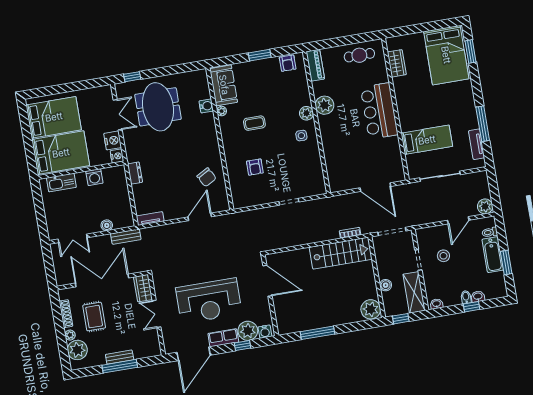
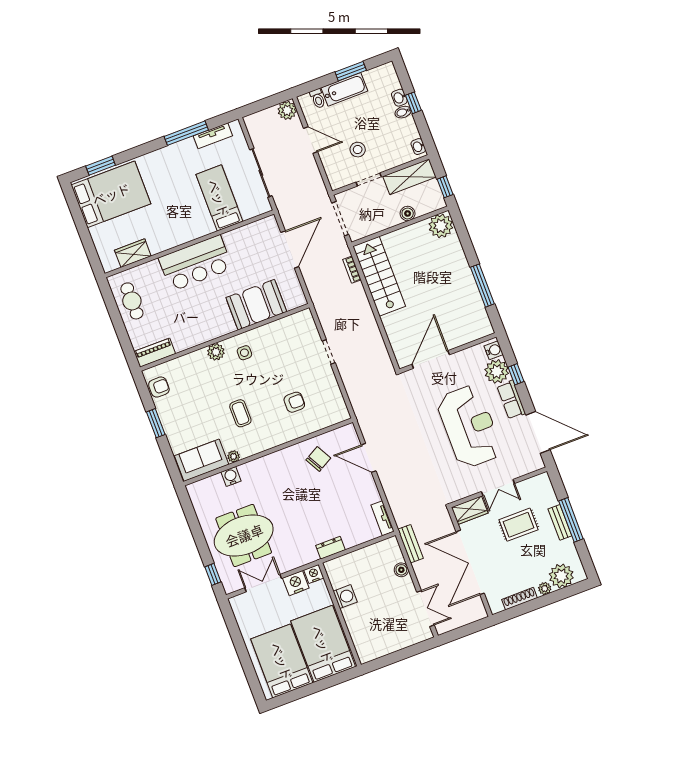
plant: (324, 105) -> (202, 332), removed
booth: (337, 152) -> (256, 305), added
kitchen sink: (61, 183) -> (360, 636), removed
rug: (94, 317) -> (519, 525), moved

